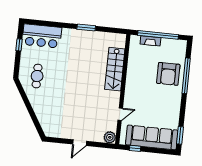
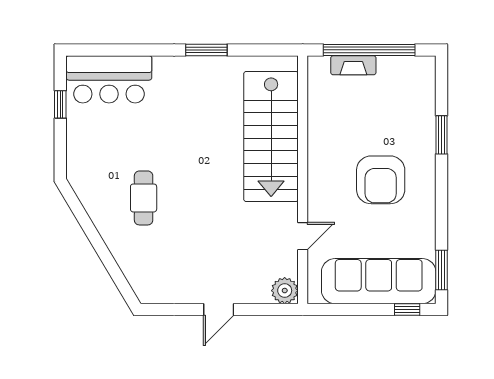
stairs: (115, 69) -> (271, 137), width x1.36, depth x1.51
armchair: (168, 74) -> (381, 180), moved
cafe table: (37, 76) -> (144, 198), moved
window: (186, 76) -> (441, 135), width x0.47
window: (135, 148) -> (407, 309), moved

